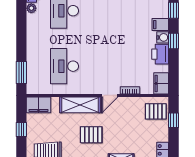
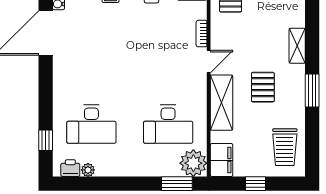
plant: (36, 84) -> (193, 163), added
door: (110, 95) -> (209, 62), hinge flipped

